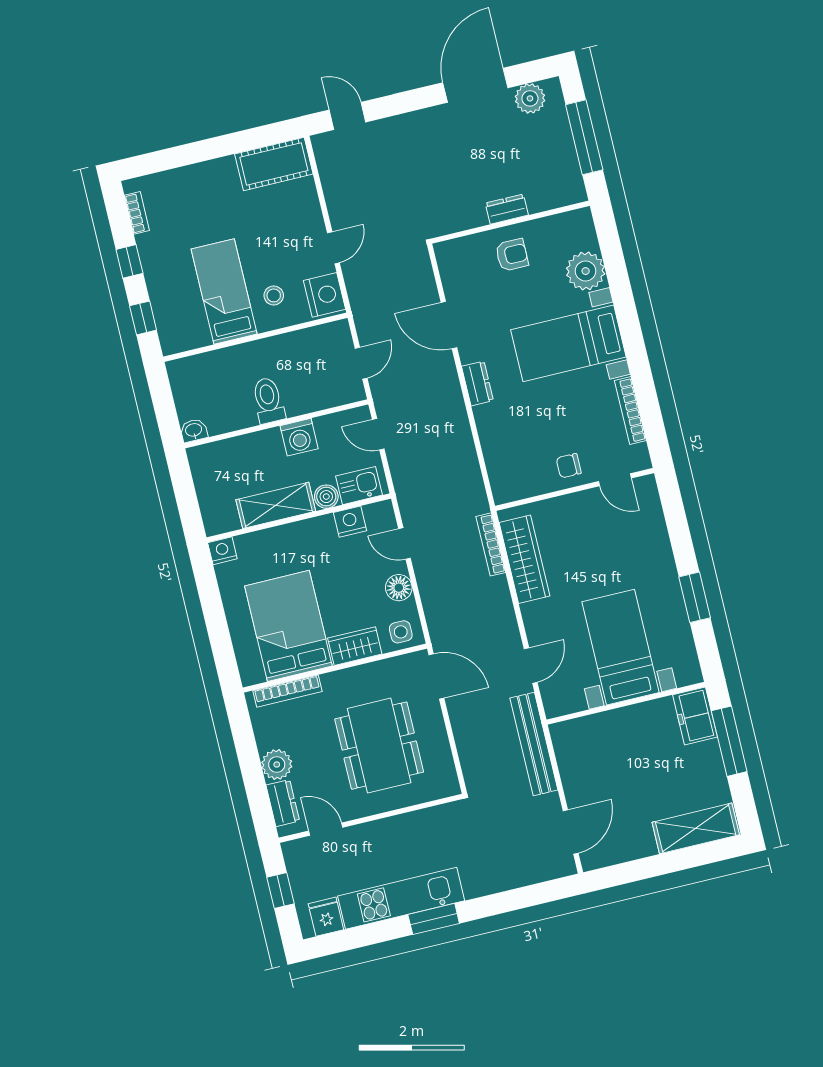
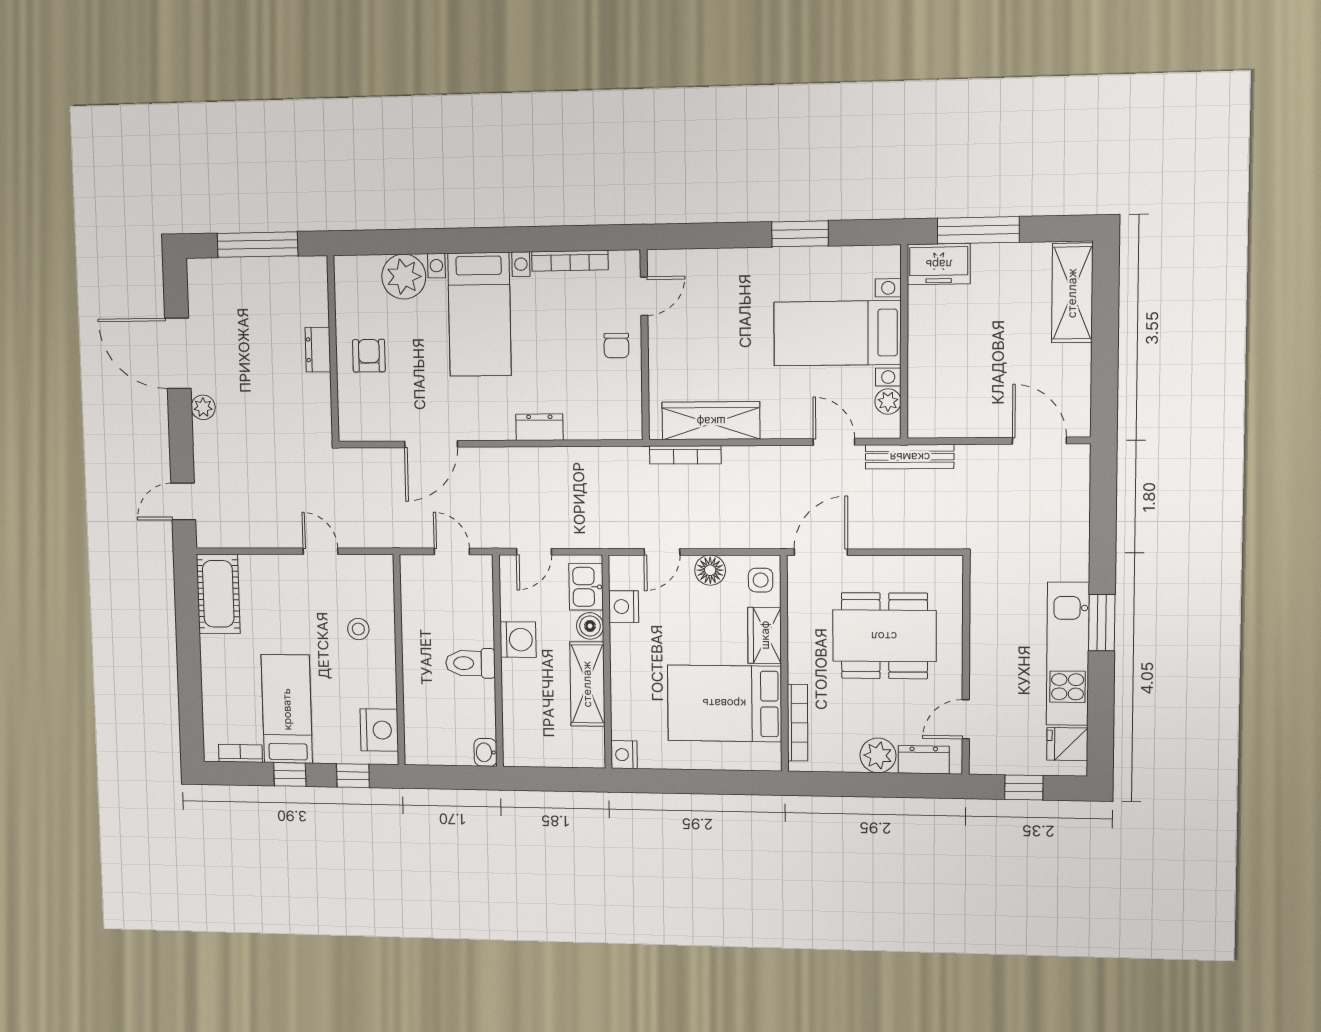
plant: (530, 98) -> (203, 407), moved, width x0.73, depth x0.73
bed: (224, 292) -> (287, 709), moved, turned 90
nightstand: (325, 295) -> (379, 730), moved, turned 90
dresser: (477, 383) -> (539, 427), moved
plant: (574, 702) -> (888, 401), added
bench: (534, 744) -> (910, 457), width x0.73, depth x0.82

